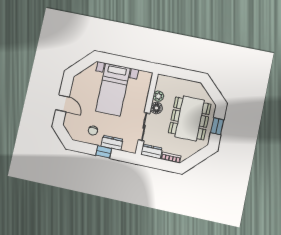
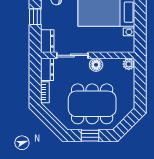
plant: (158, 96) -> (129, 64), moved
dresser: (112, 143) -> (47, 41), moved

